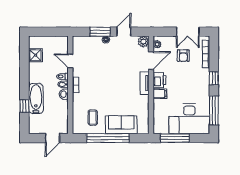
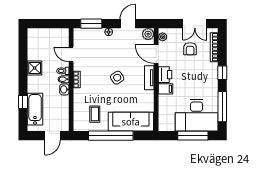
window: (100, 32) -> (91, 24), moved
shower: (35, 55) -> (35, 68), moved
door: (151, 61) -> (156, 54), swing flipped
side table: (114, 83) -> (117, 78), added
bathtub: (36, 99) -> (35, 109), moved
sofa: (121, 125) -> (131, 122), width x1.36
window: (175, 138) -> (193, 136), moved

